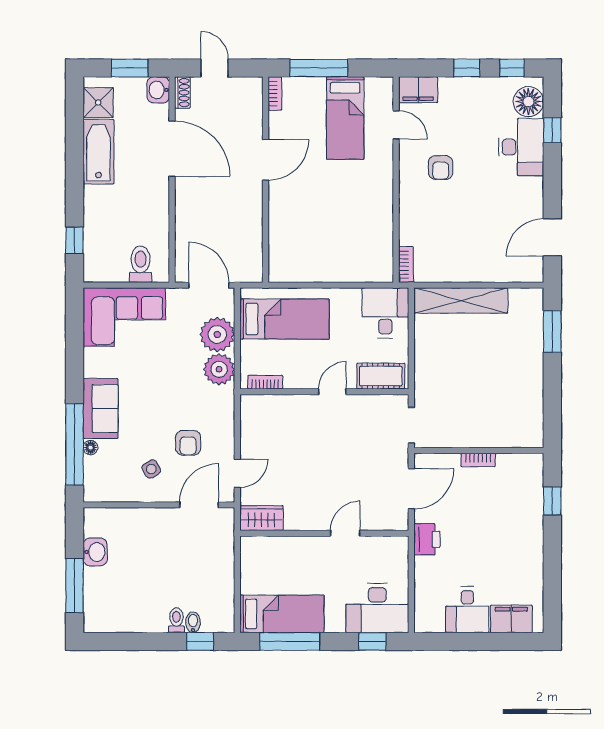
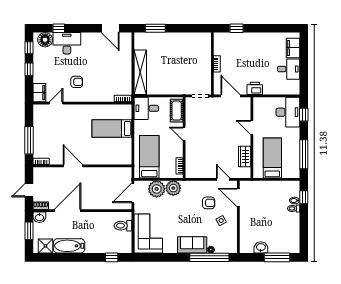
bed: (345, 118) -> (112, 129), moved, turned 180
wardrobe: (261, 518) -> (245, 157), moved
bed: (282, 614) -> (272, 158), moved

